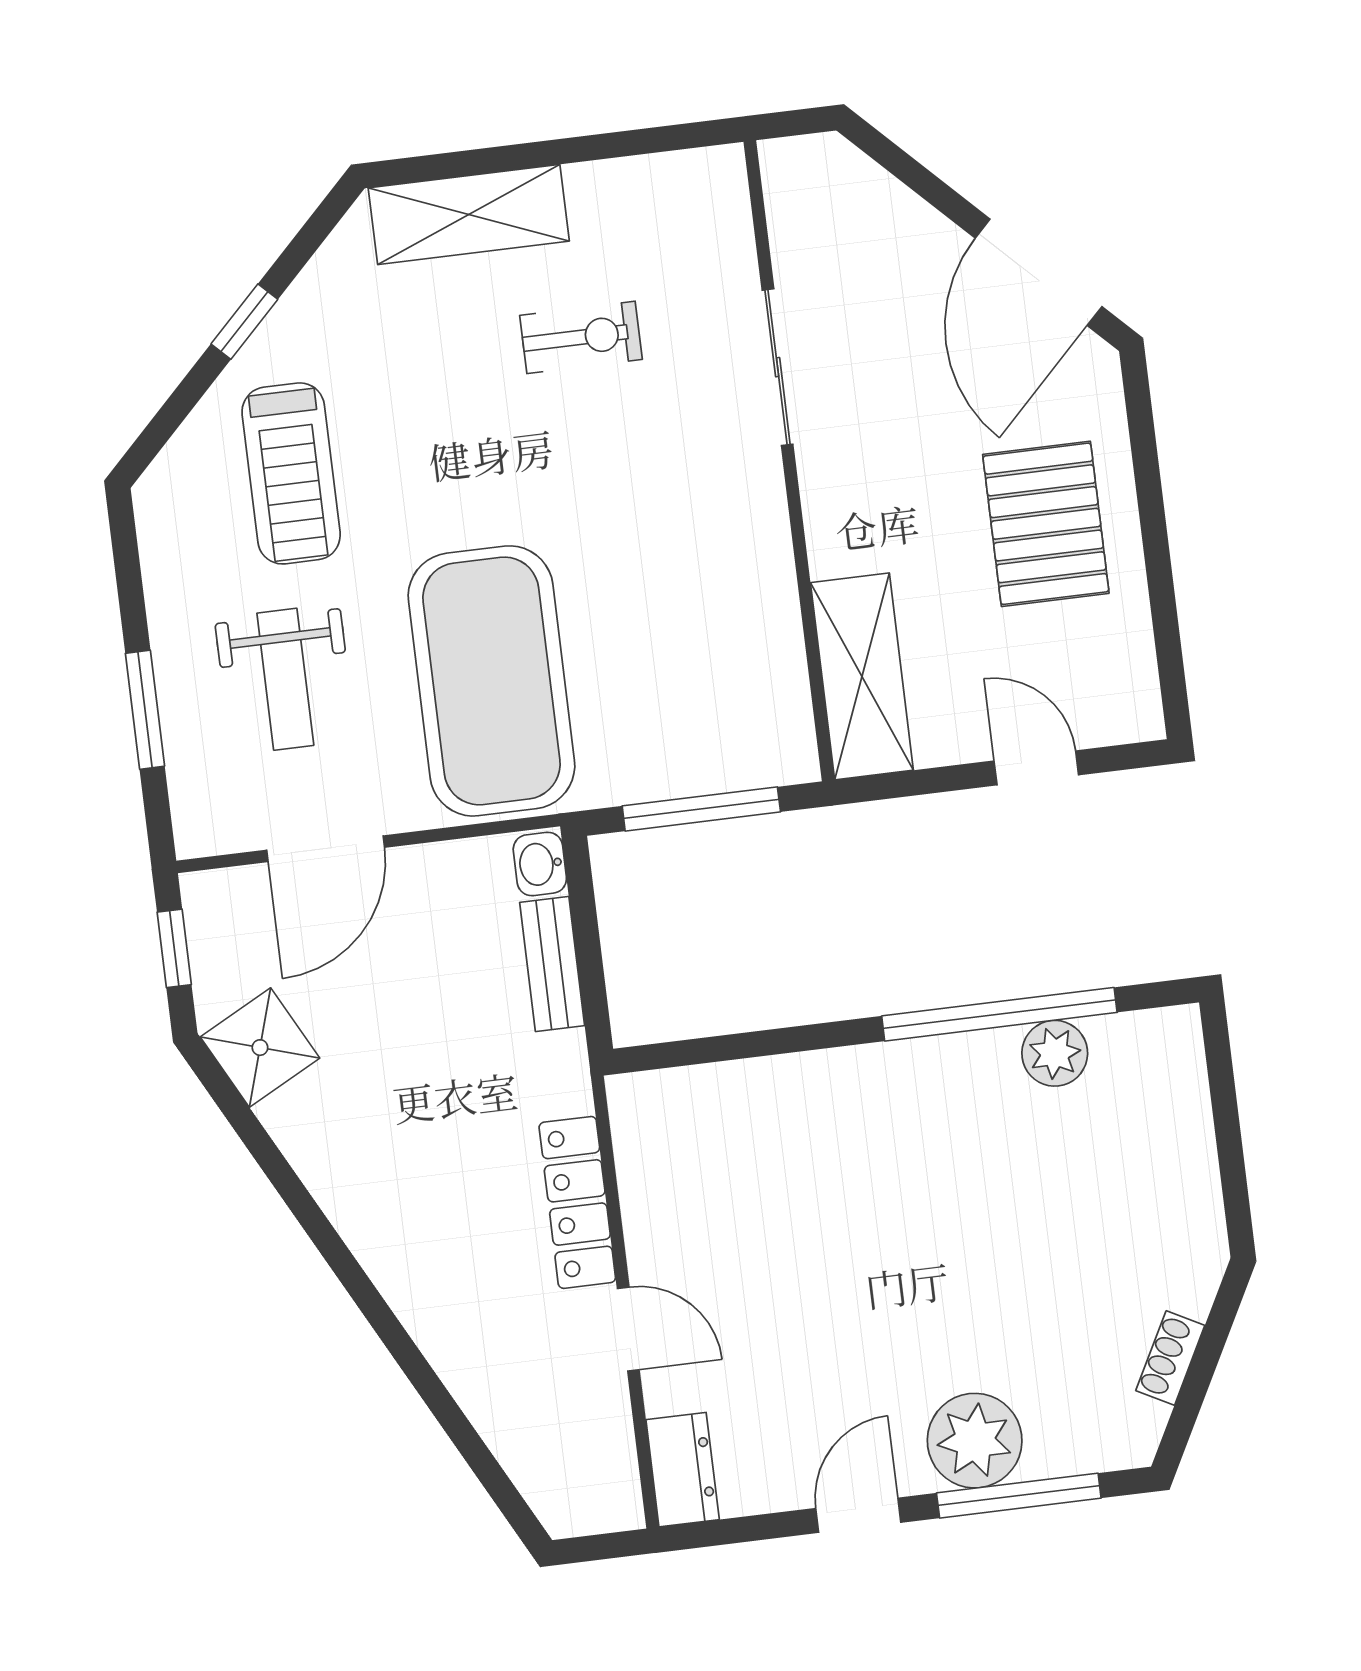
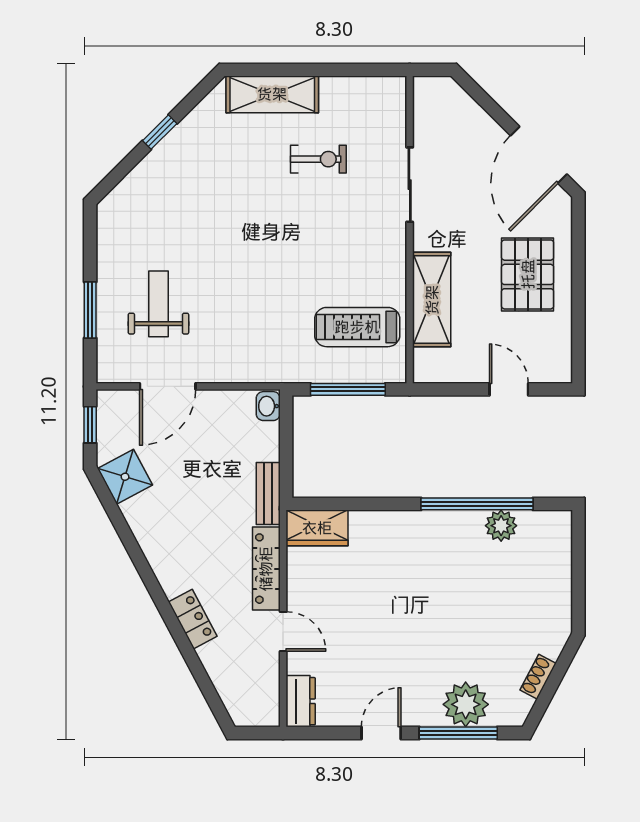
treadmill: (291, 473) -> (357, 327), moved, turned 90
shelving: (862, 676) -> (432, 300), moved
weight bench: (285, 679) -> (158, 304), turned 180
exercise mat: (491, 681) -> (256, 317), removed
bench: (552, 964) -> (268, 494), moved
wardrobe: (672, 1105) -> (317, 528), added
locker: (437, 1327) -> (193, 619), added
plant: (975, 1441) -> (466, 704), moved

